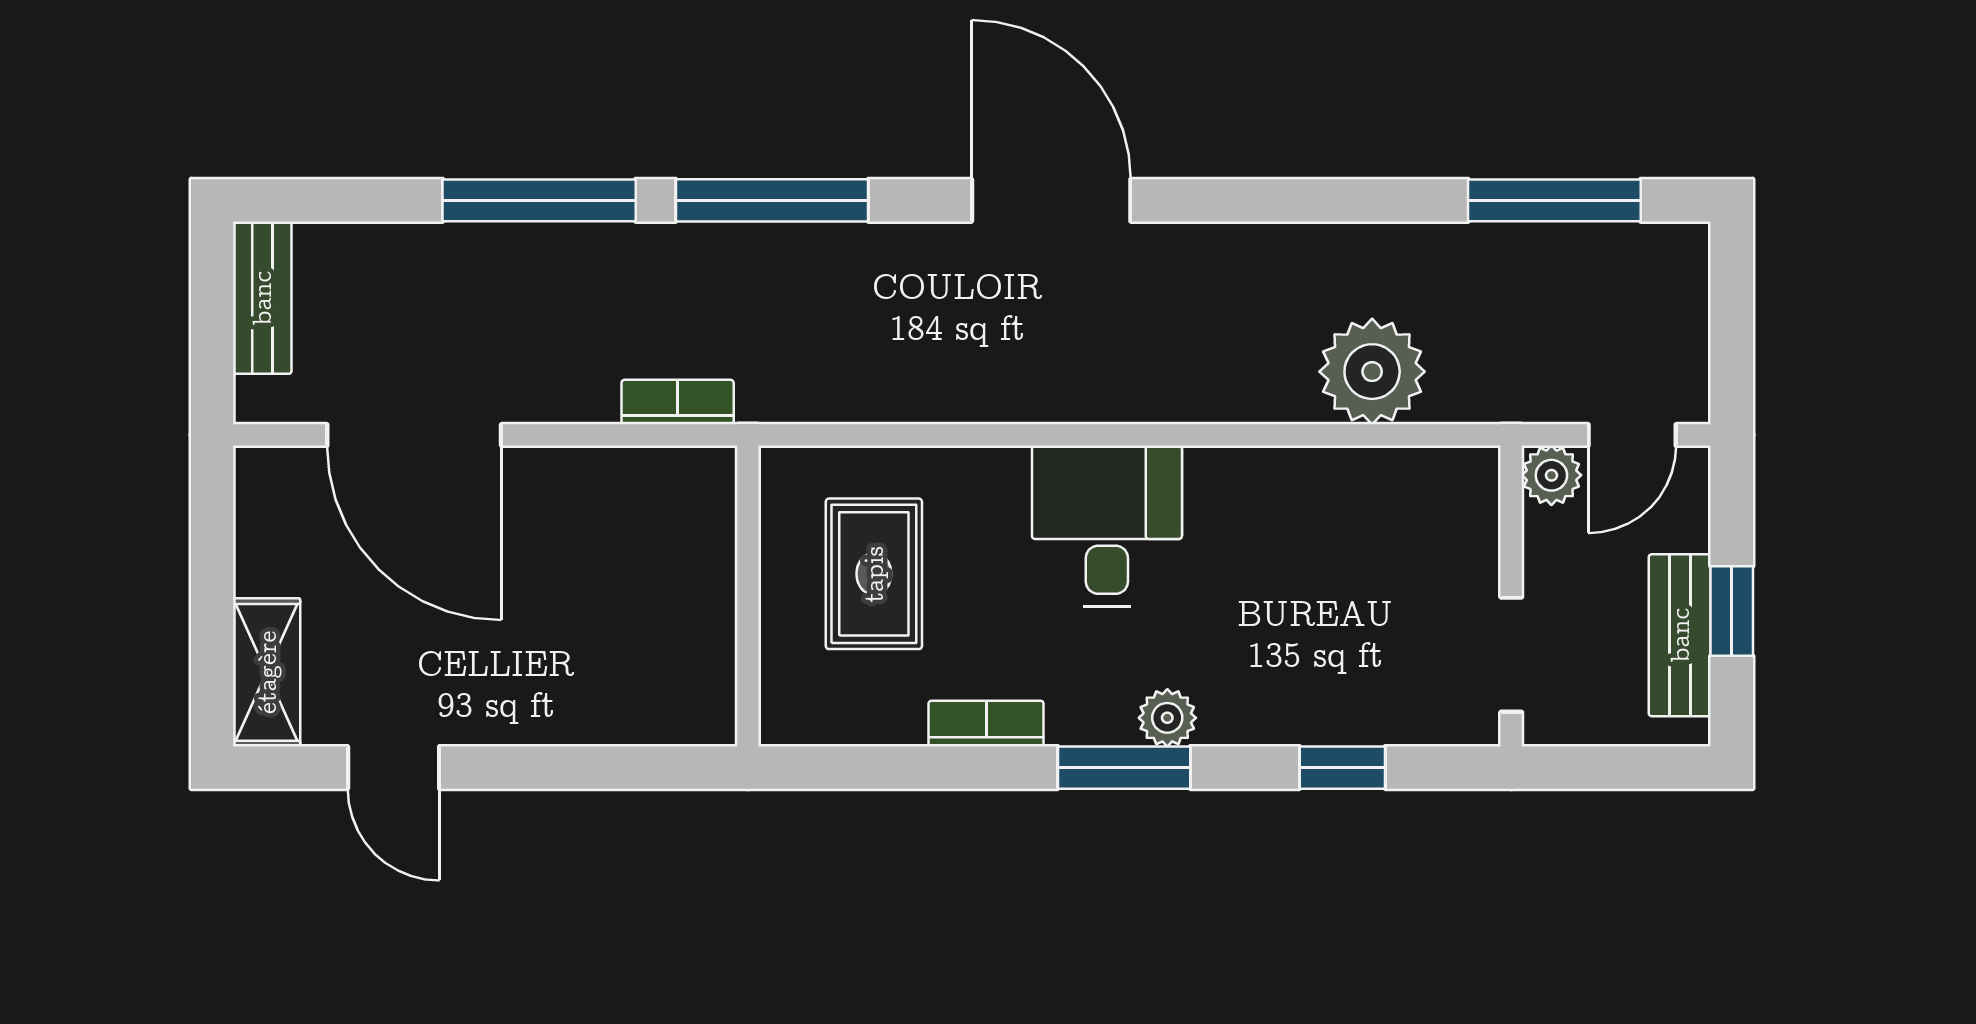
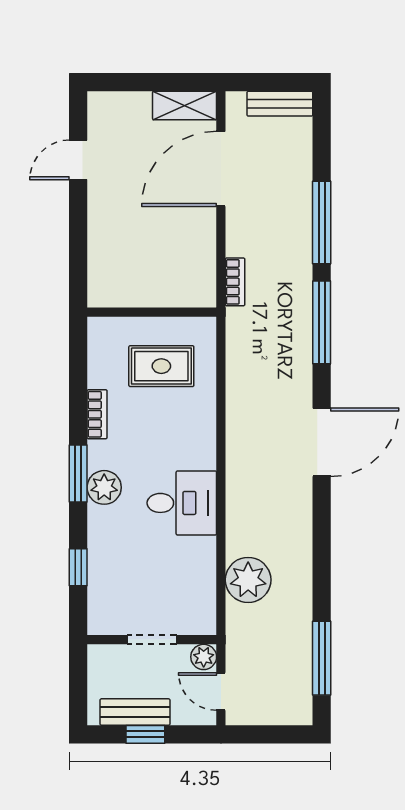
desk: (1107, 526) -> (182, 503), moved
doorway: (1511, 655) -> (152, 640), moved
shelving: (267, 672) -> (185, 105), moved
plant: (1167, 718) -> (104, 487), width x1.38, depth x1.38

